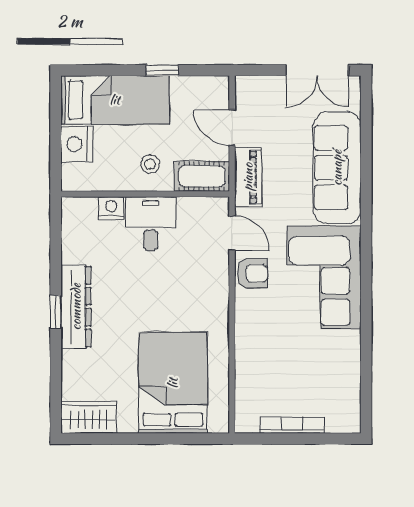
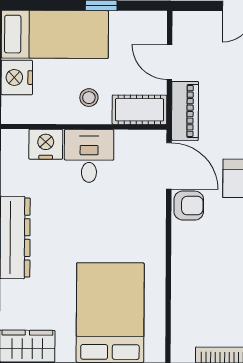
nightstand: (111, 208) -> (46, 144), width x1.36, depth x1.33
door: (232, 233) -> (169, 166), width x1.38

